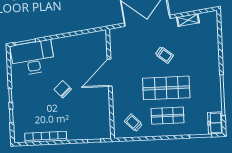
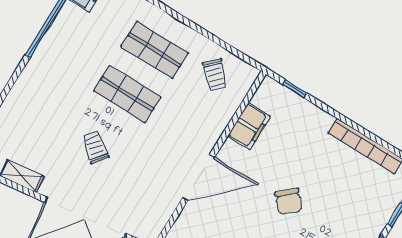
shop shelf: (166, 88) -> (127, 94), width x0.70, depth x0.74
filing cabinet: (103, 110) -> (249, 126), added

